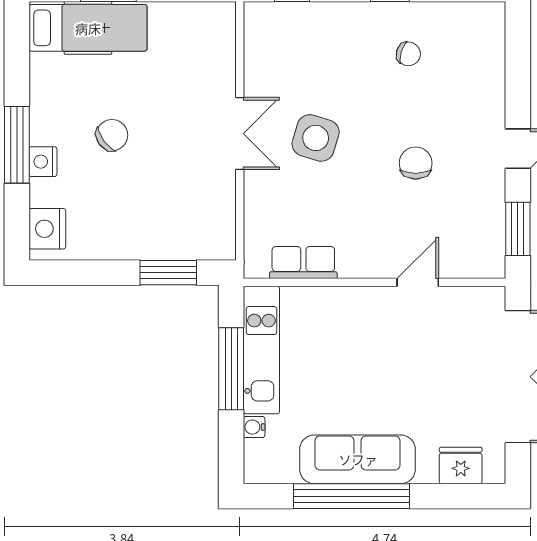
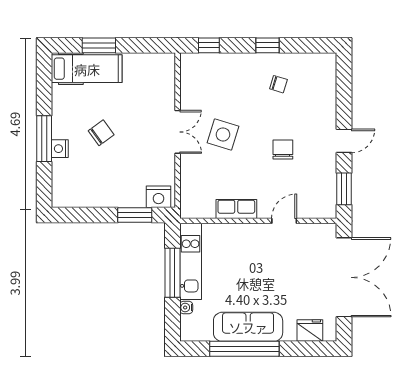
nightstand: (47, 229) -> (158, 197), moved, turned -90
row of seats: (303, 263) -> (236, 209), moved

